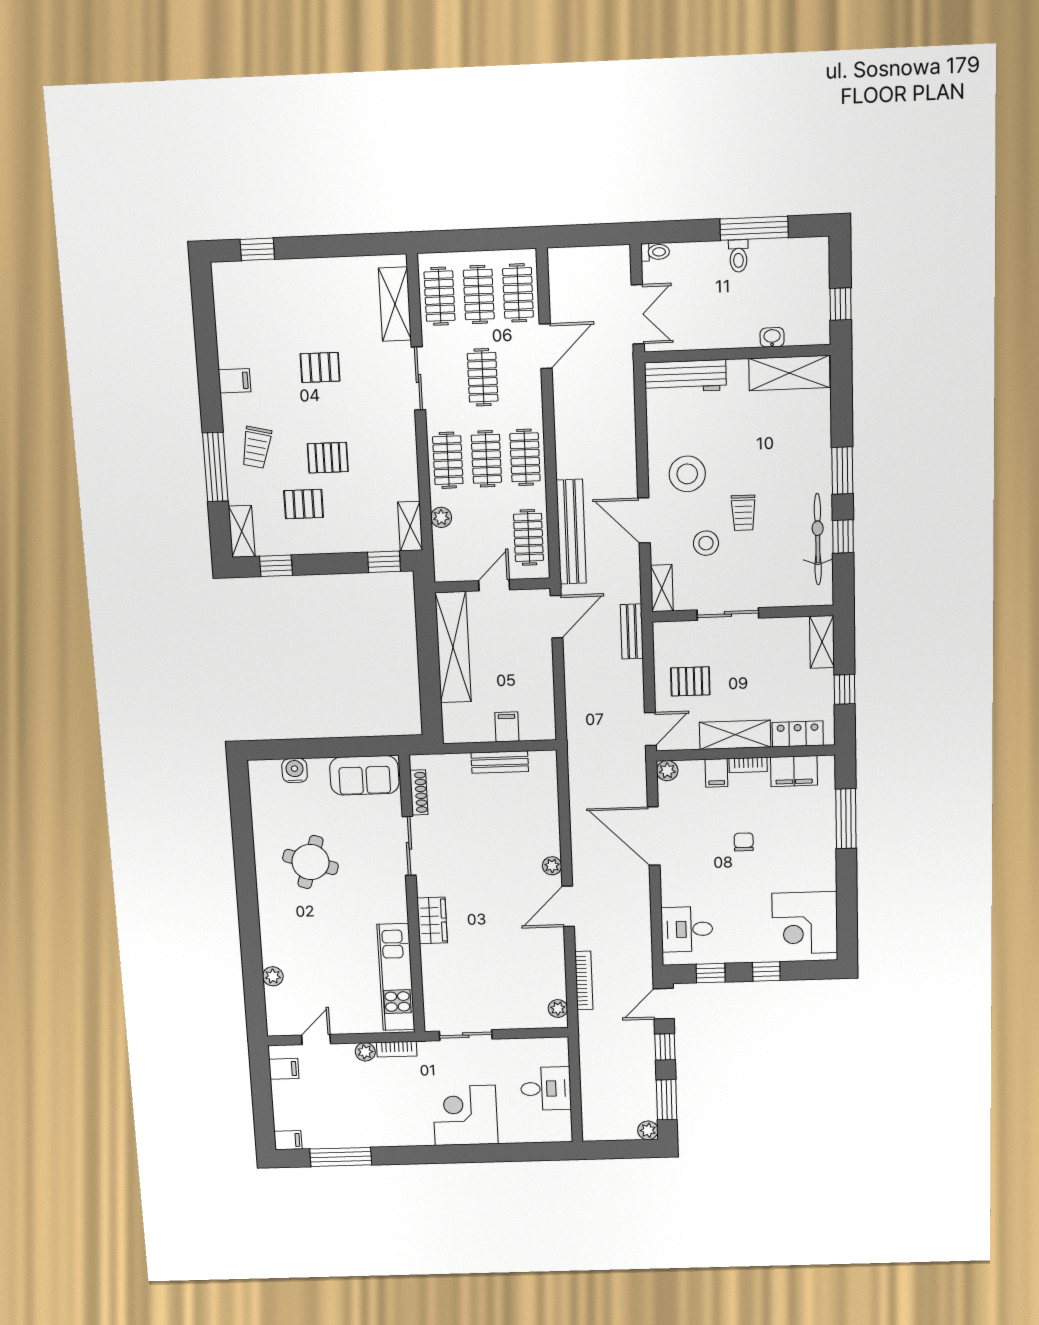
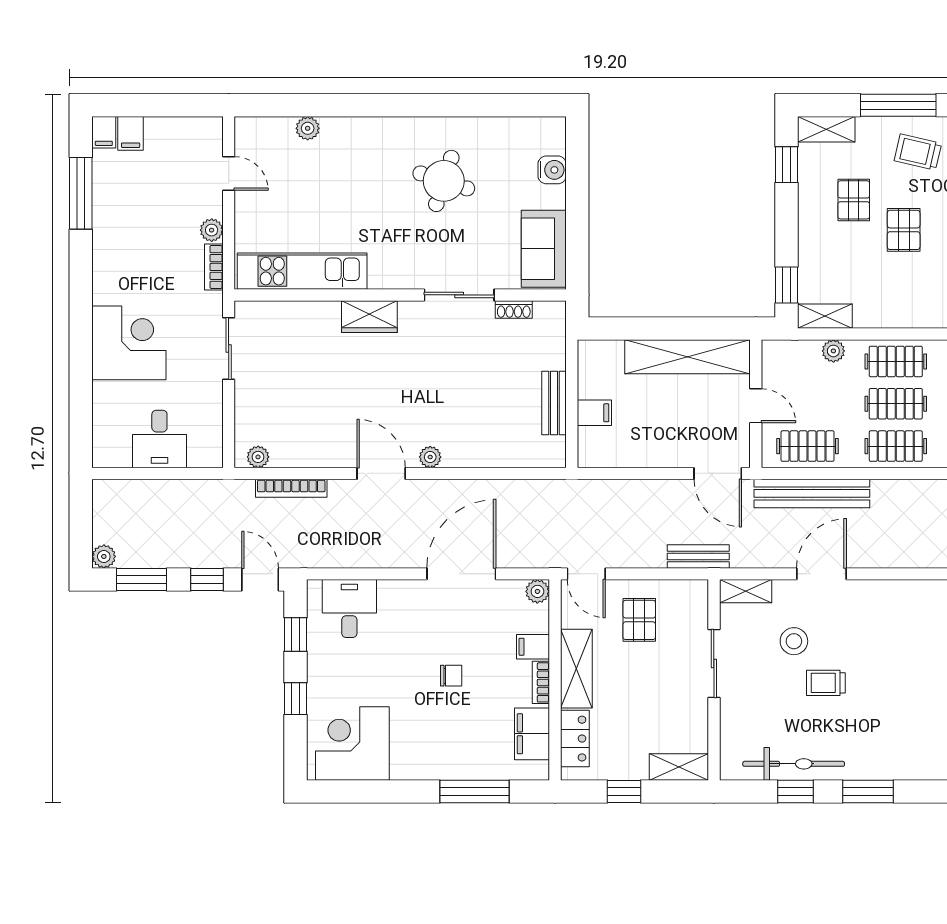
stool: (687, 474) -> (871, 623), removed
shoe rack: (419, 792) -> (514, 309), width x0.70
filing cabinet: (284, 1069) -> (131, 133), moved

